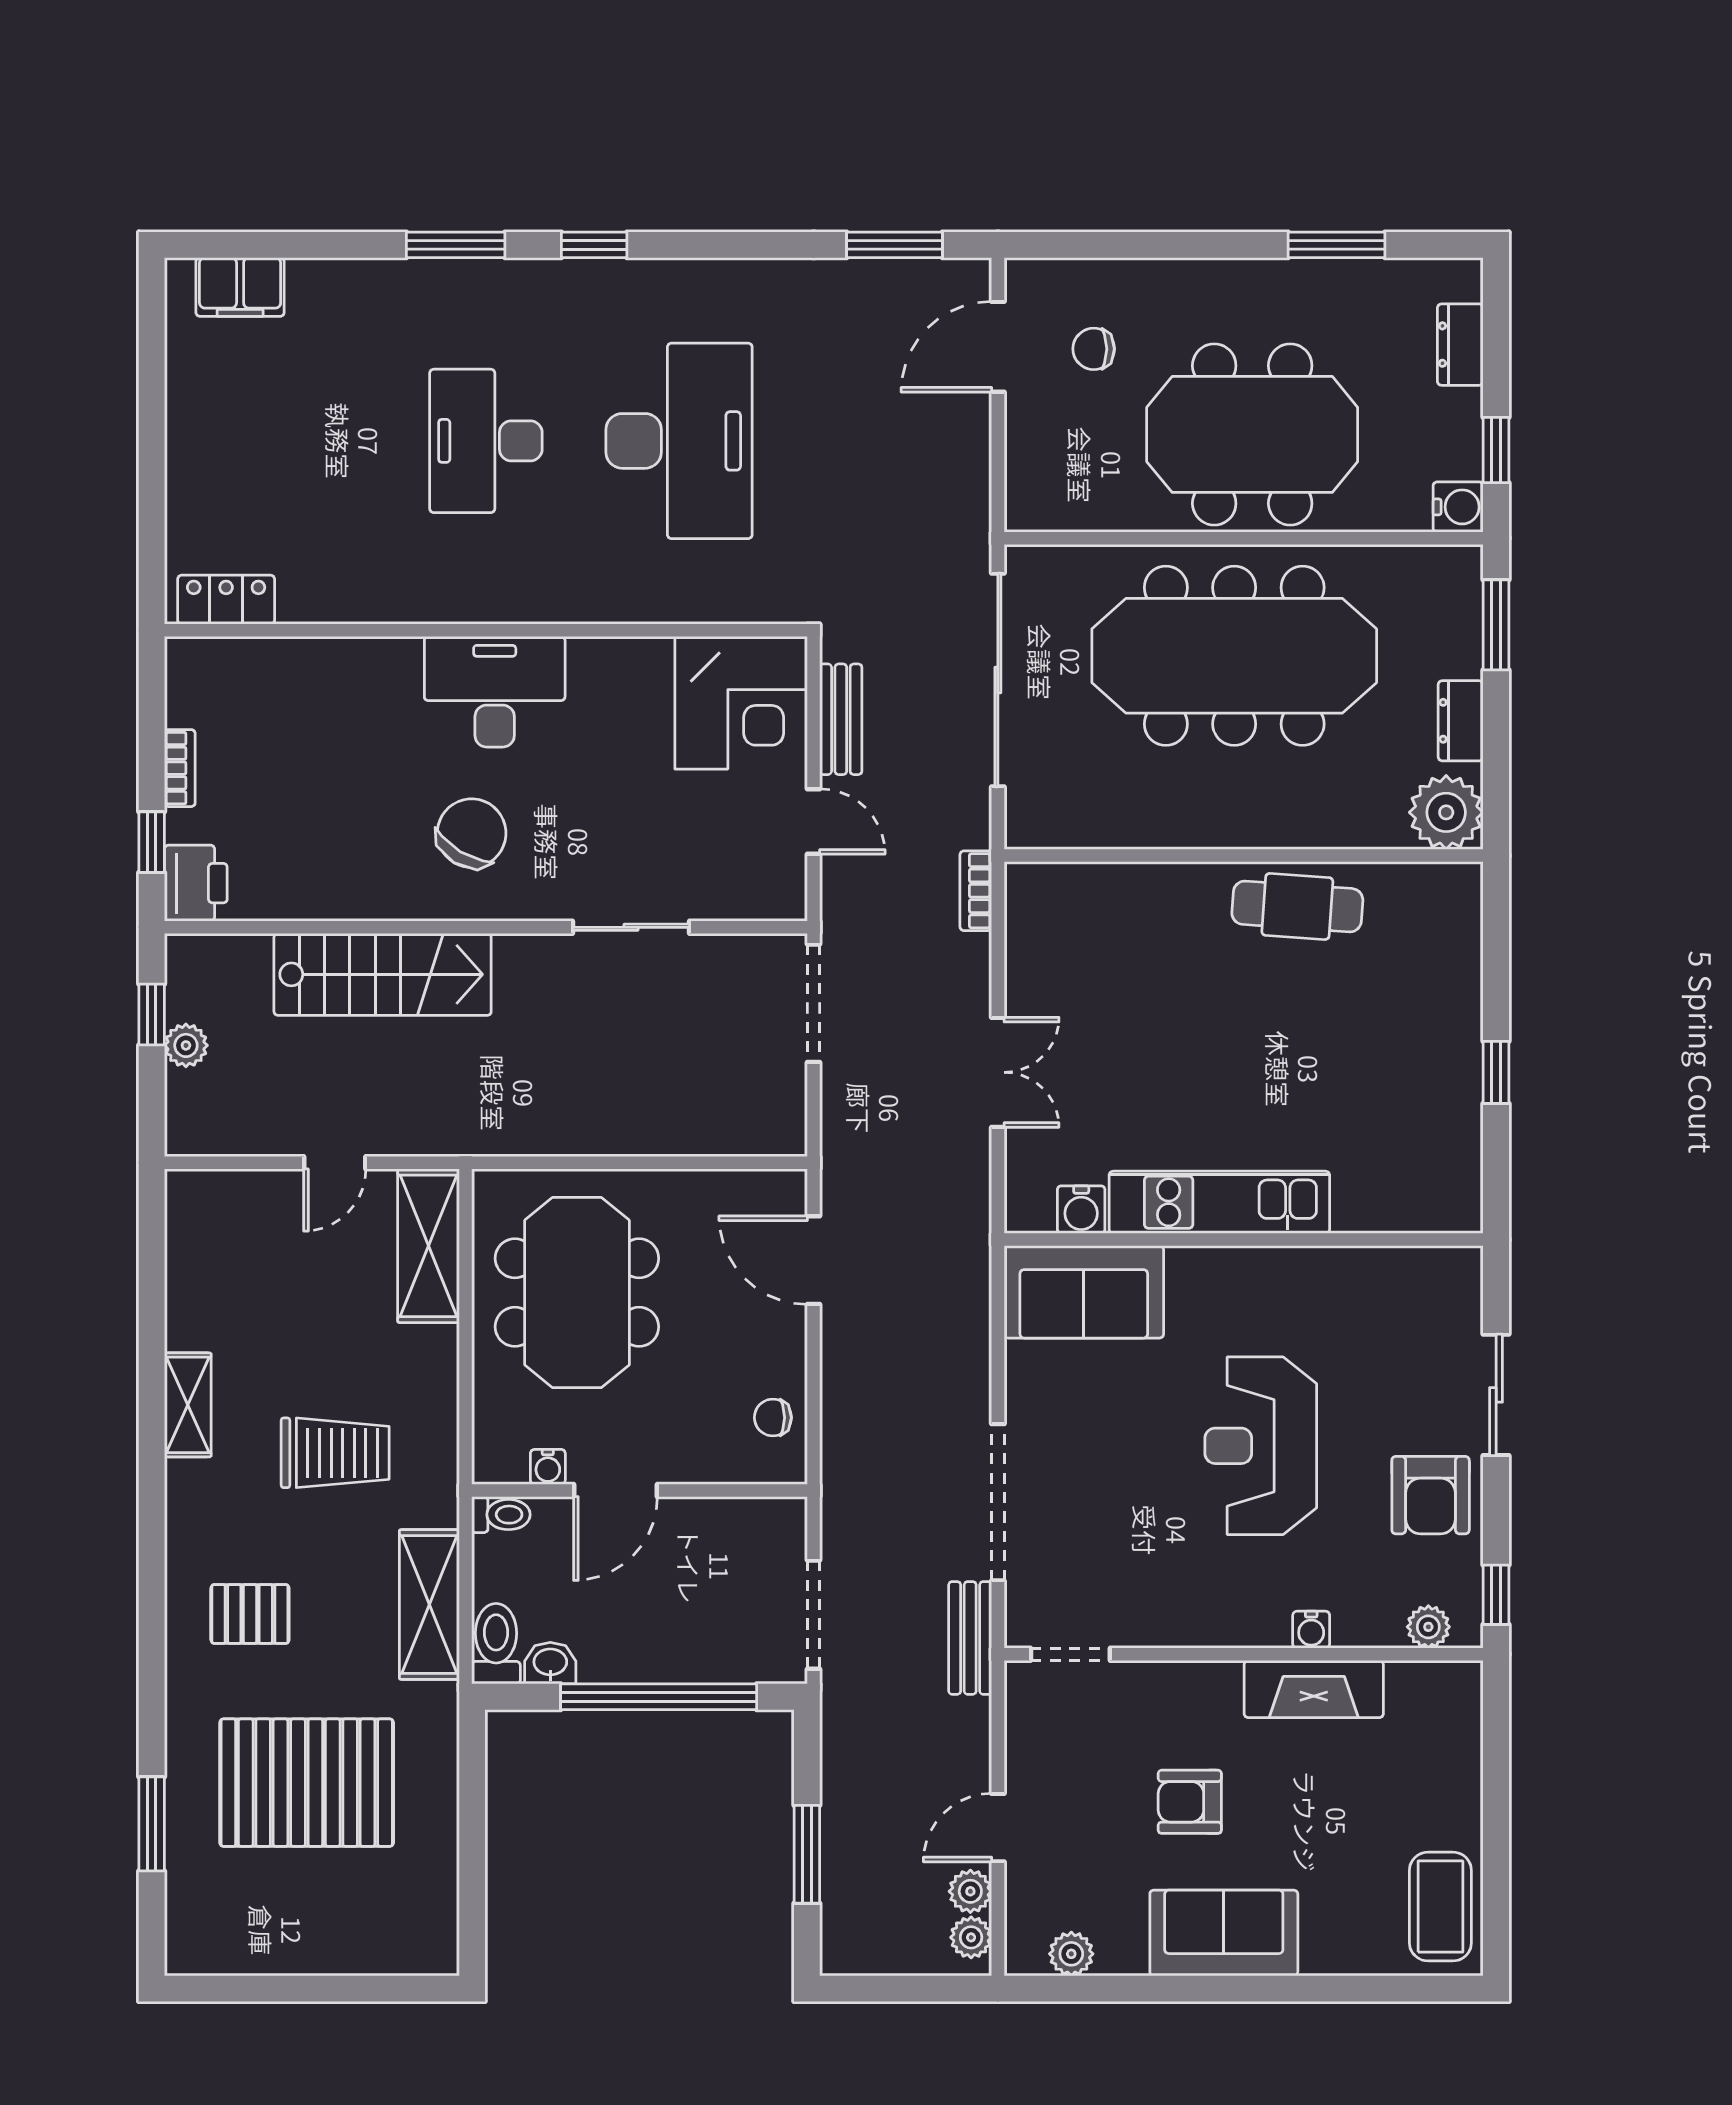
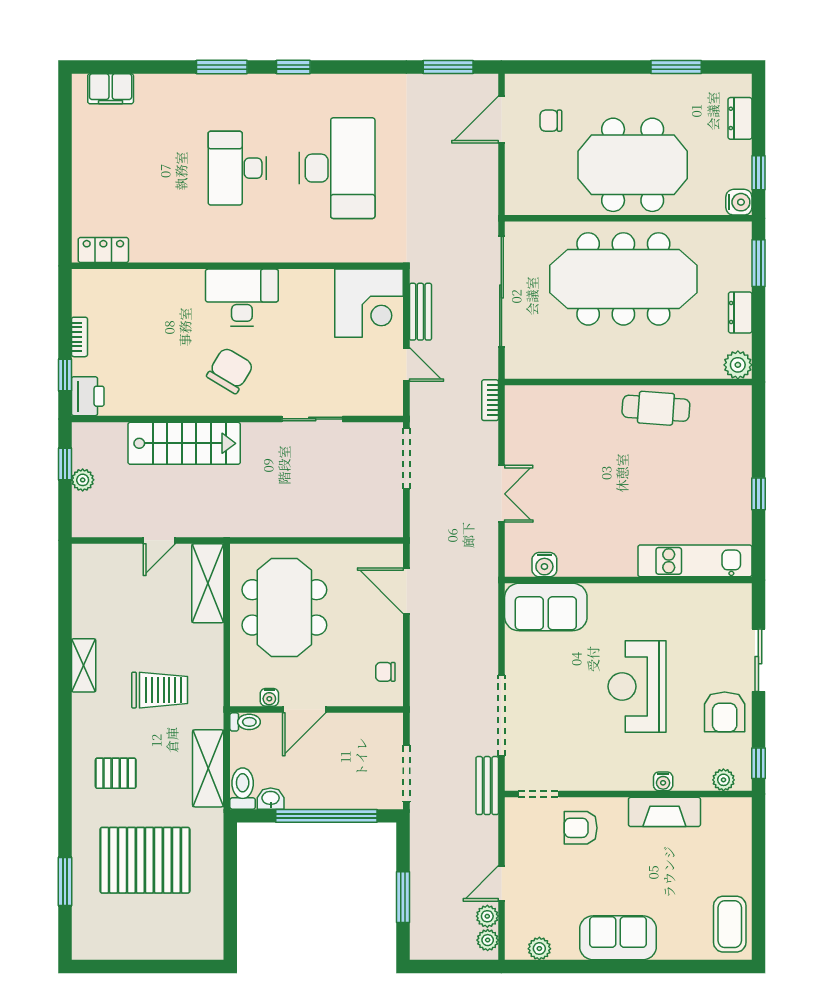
plant: (1446, 812) -> (738, 365), width x0.73, depth x0.73
kitchen unit: (1219, 1202) -> (695, 561), moved
armchair: (1190, 1802) -> (581, 828), moved

